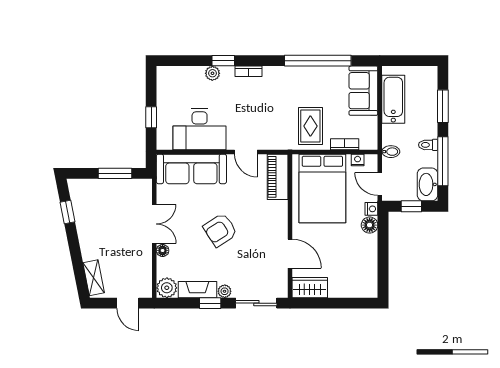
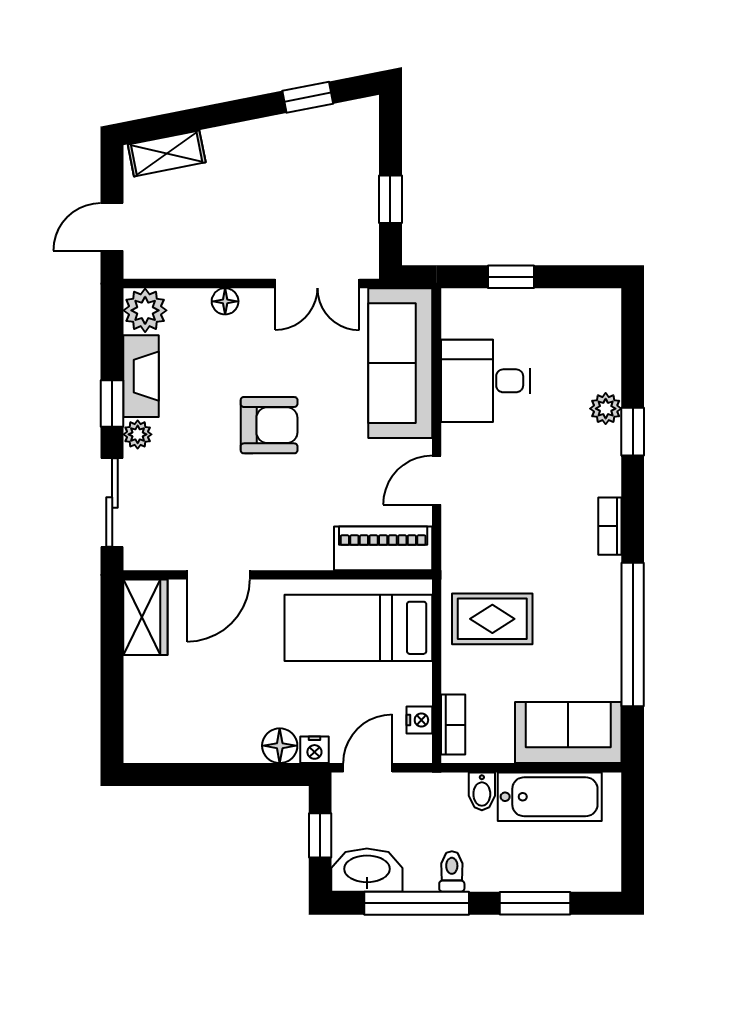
bookcase: (249, 71) -> (610, 526), moved
desk: (200, 129) -> (486, 381), width x0.73
bookcase: (345, 144) -> (453, 725), moved
bidet: (391, 152) -> (482, 791), moved
window: (115, 173) -> (390, 199), width x0.67
bed: (322, 188) -> (358, 628), width x0.67
double door: (154, 224) -> (317, 284), moved
armchair: (220, 230) -> (269, 425), turned 123

